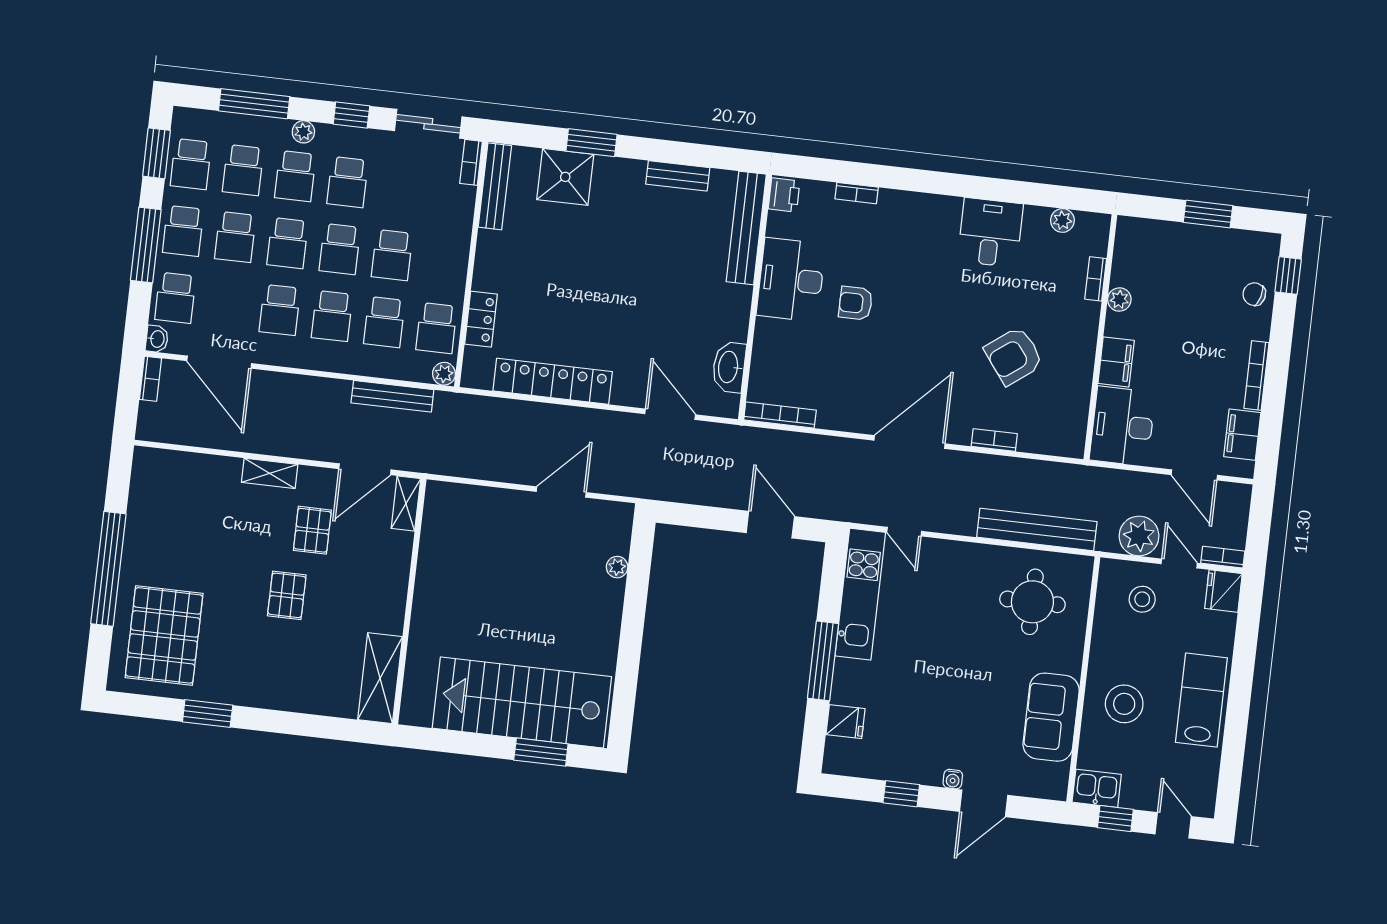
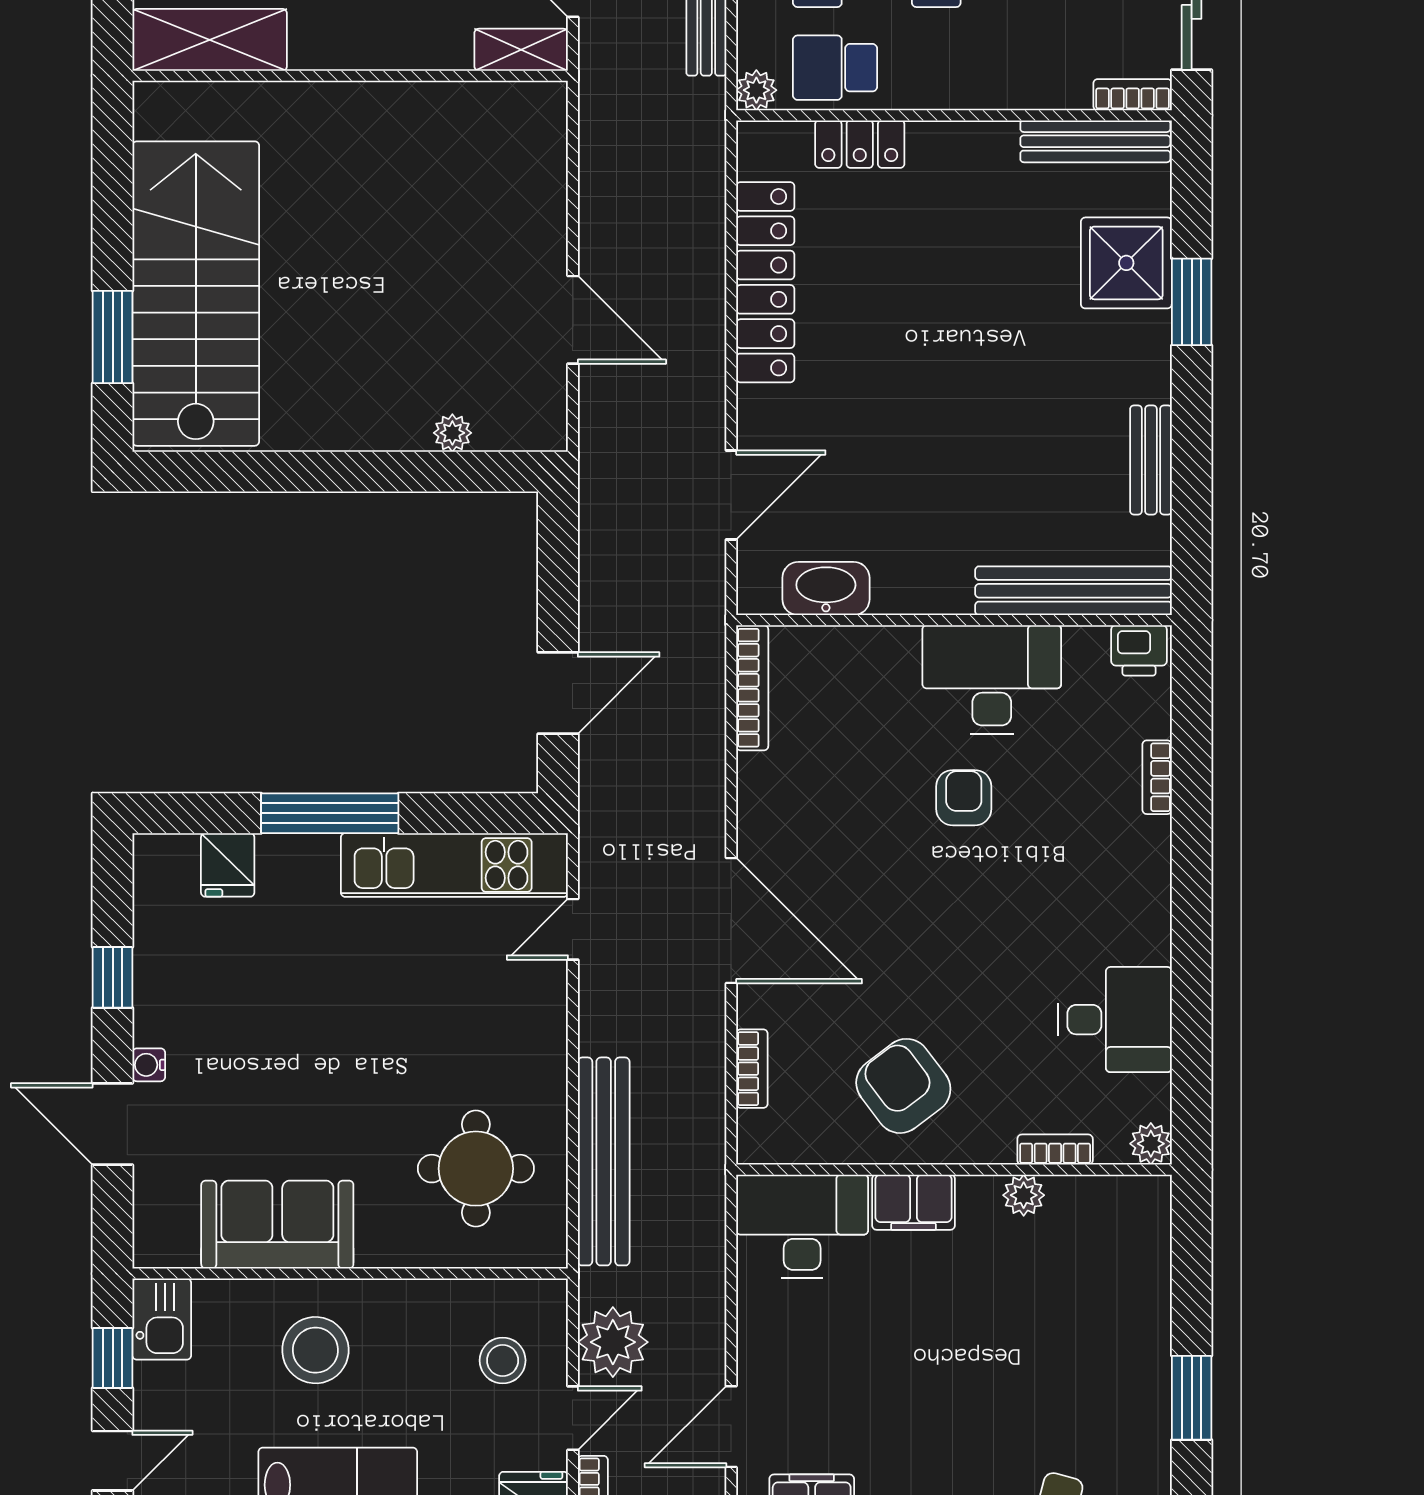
bookcase: (1096, 279) -> (1055, 1150), moved
plant: (1119, 300) -> (1024, 1195), moved
wall: (1100, 337) -> (954, 1170), moved
filing cabinet: (1116, 362) -> (913, 1202), moved
desk: (1122, 426) -> (802, 1226), moved

